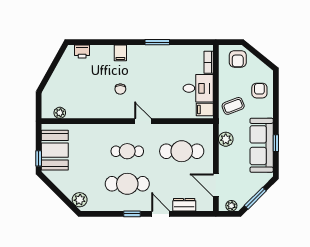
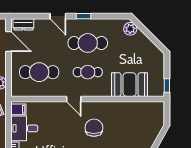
chair: (120, 89) -> (94, 128), width x1.87, depth x1.87
plant: (60, 113) -> (148, 106), removed
booth: (55, 150) -> (130, 85), moved, turned 90
window: (39, 158) -> (167, 86), moved
dresser: (184, 205) -> (23, 24), moved

